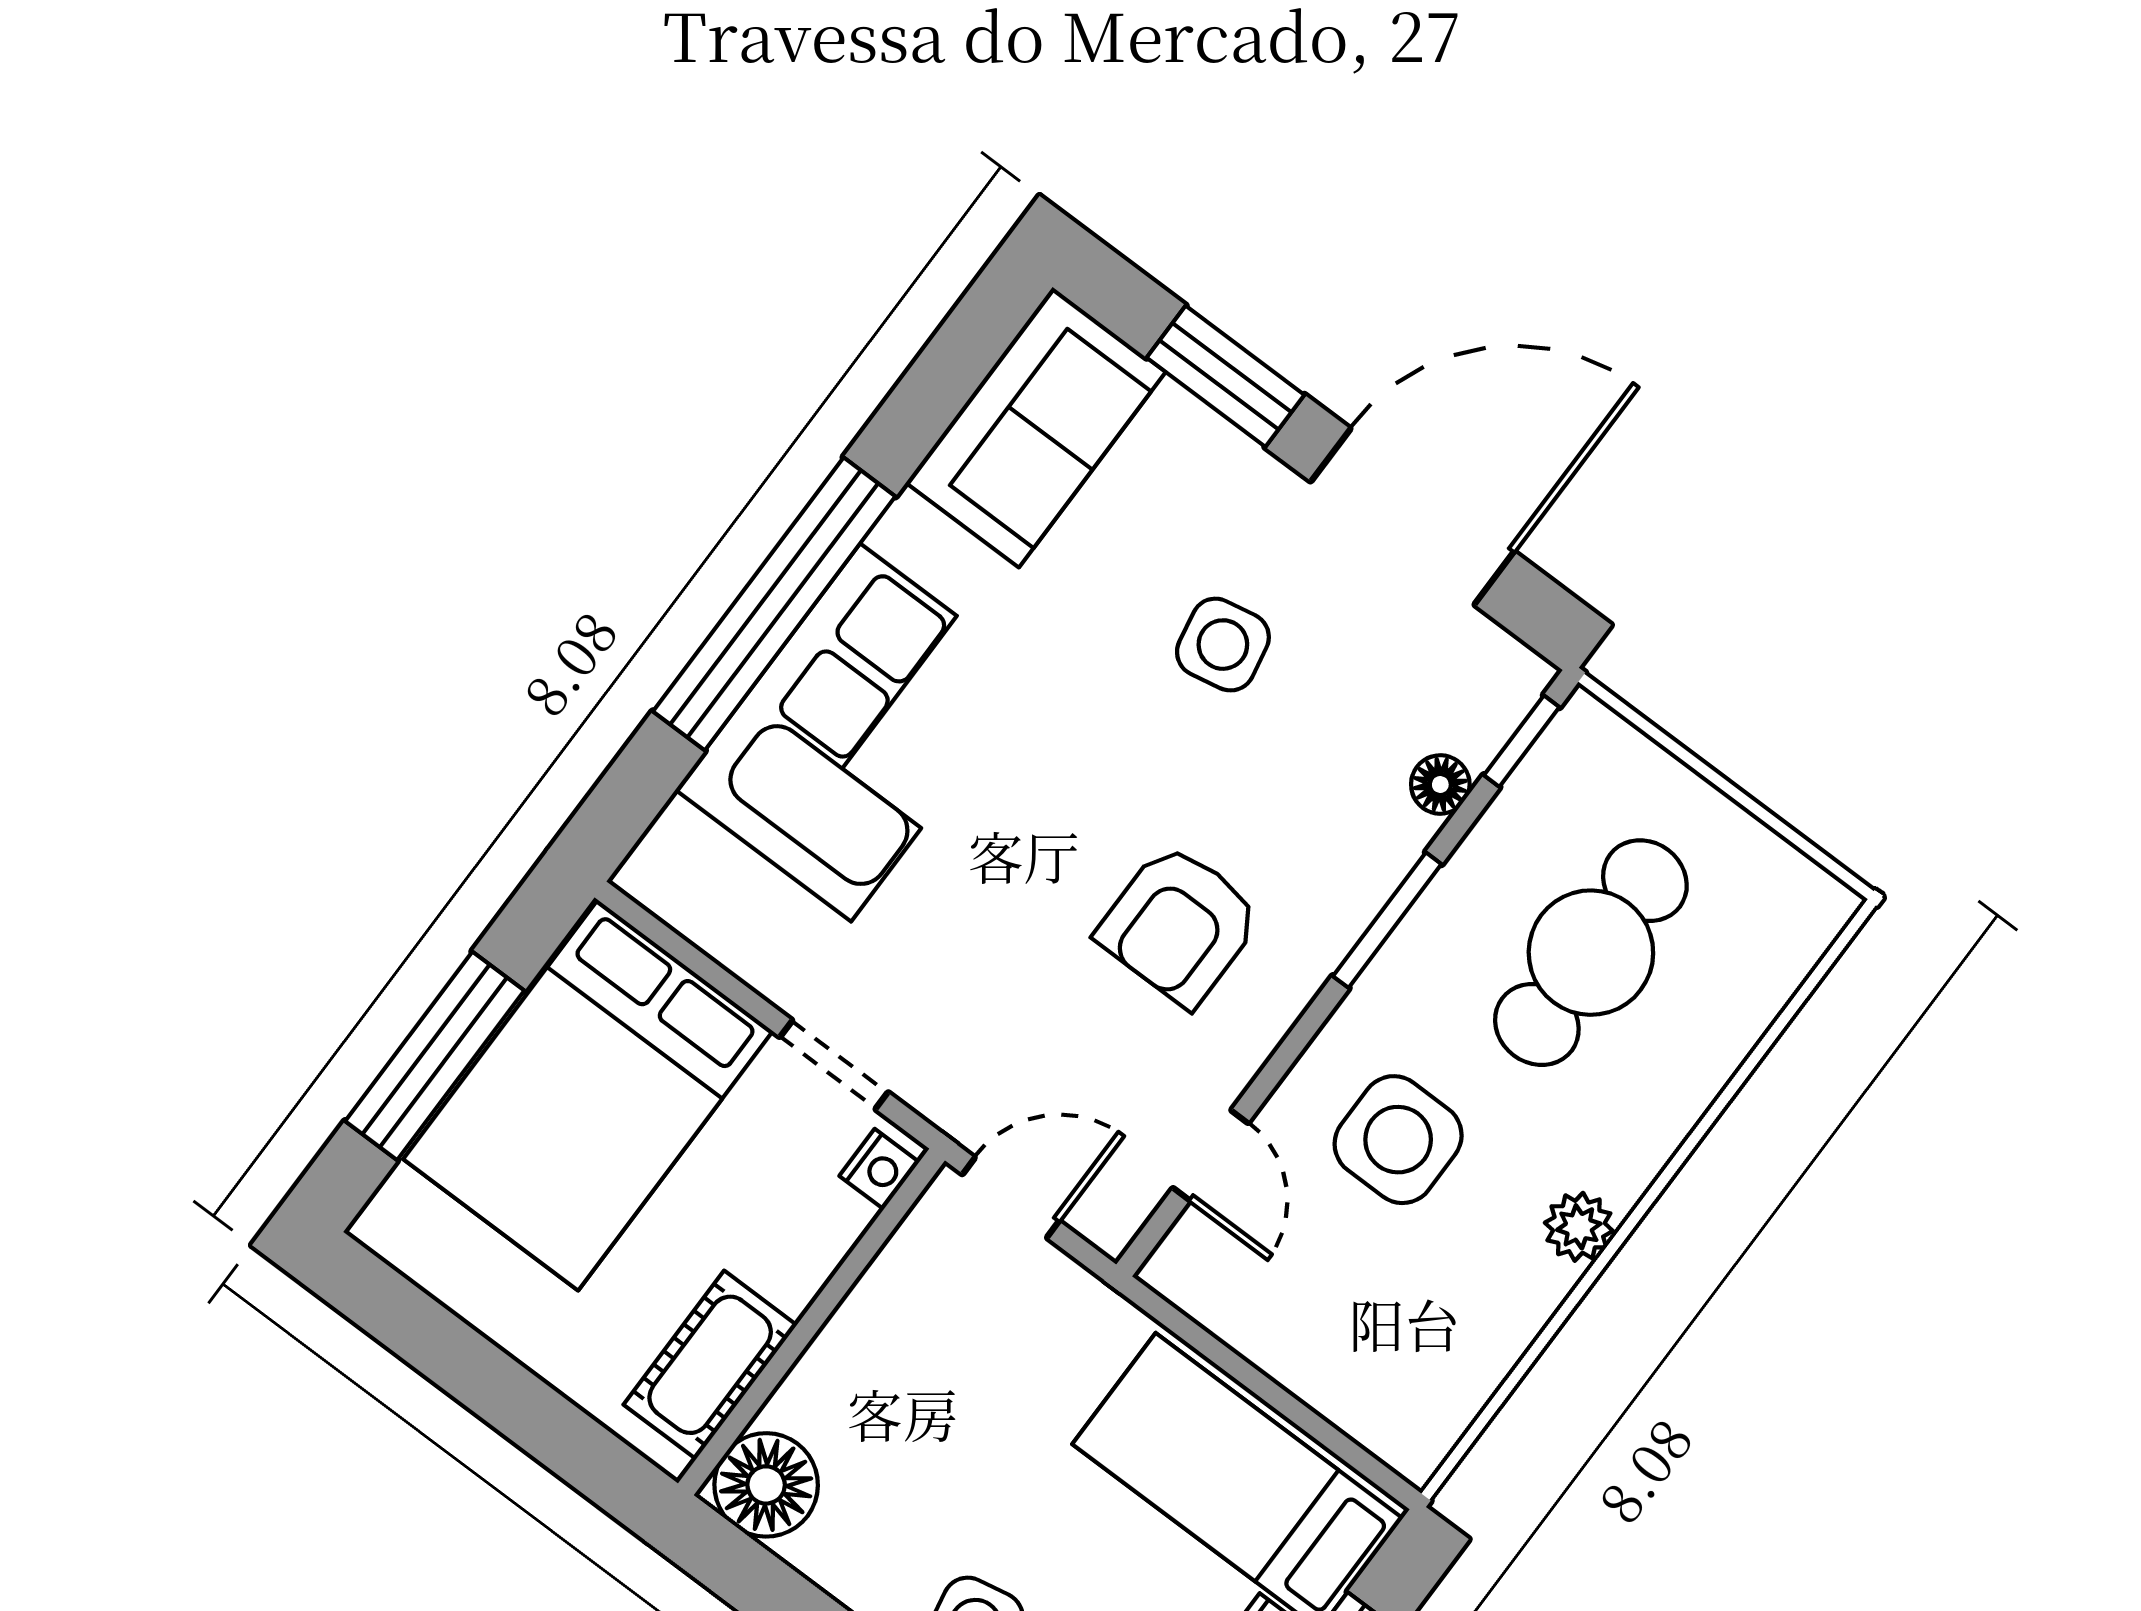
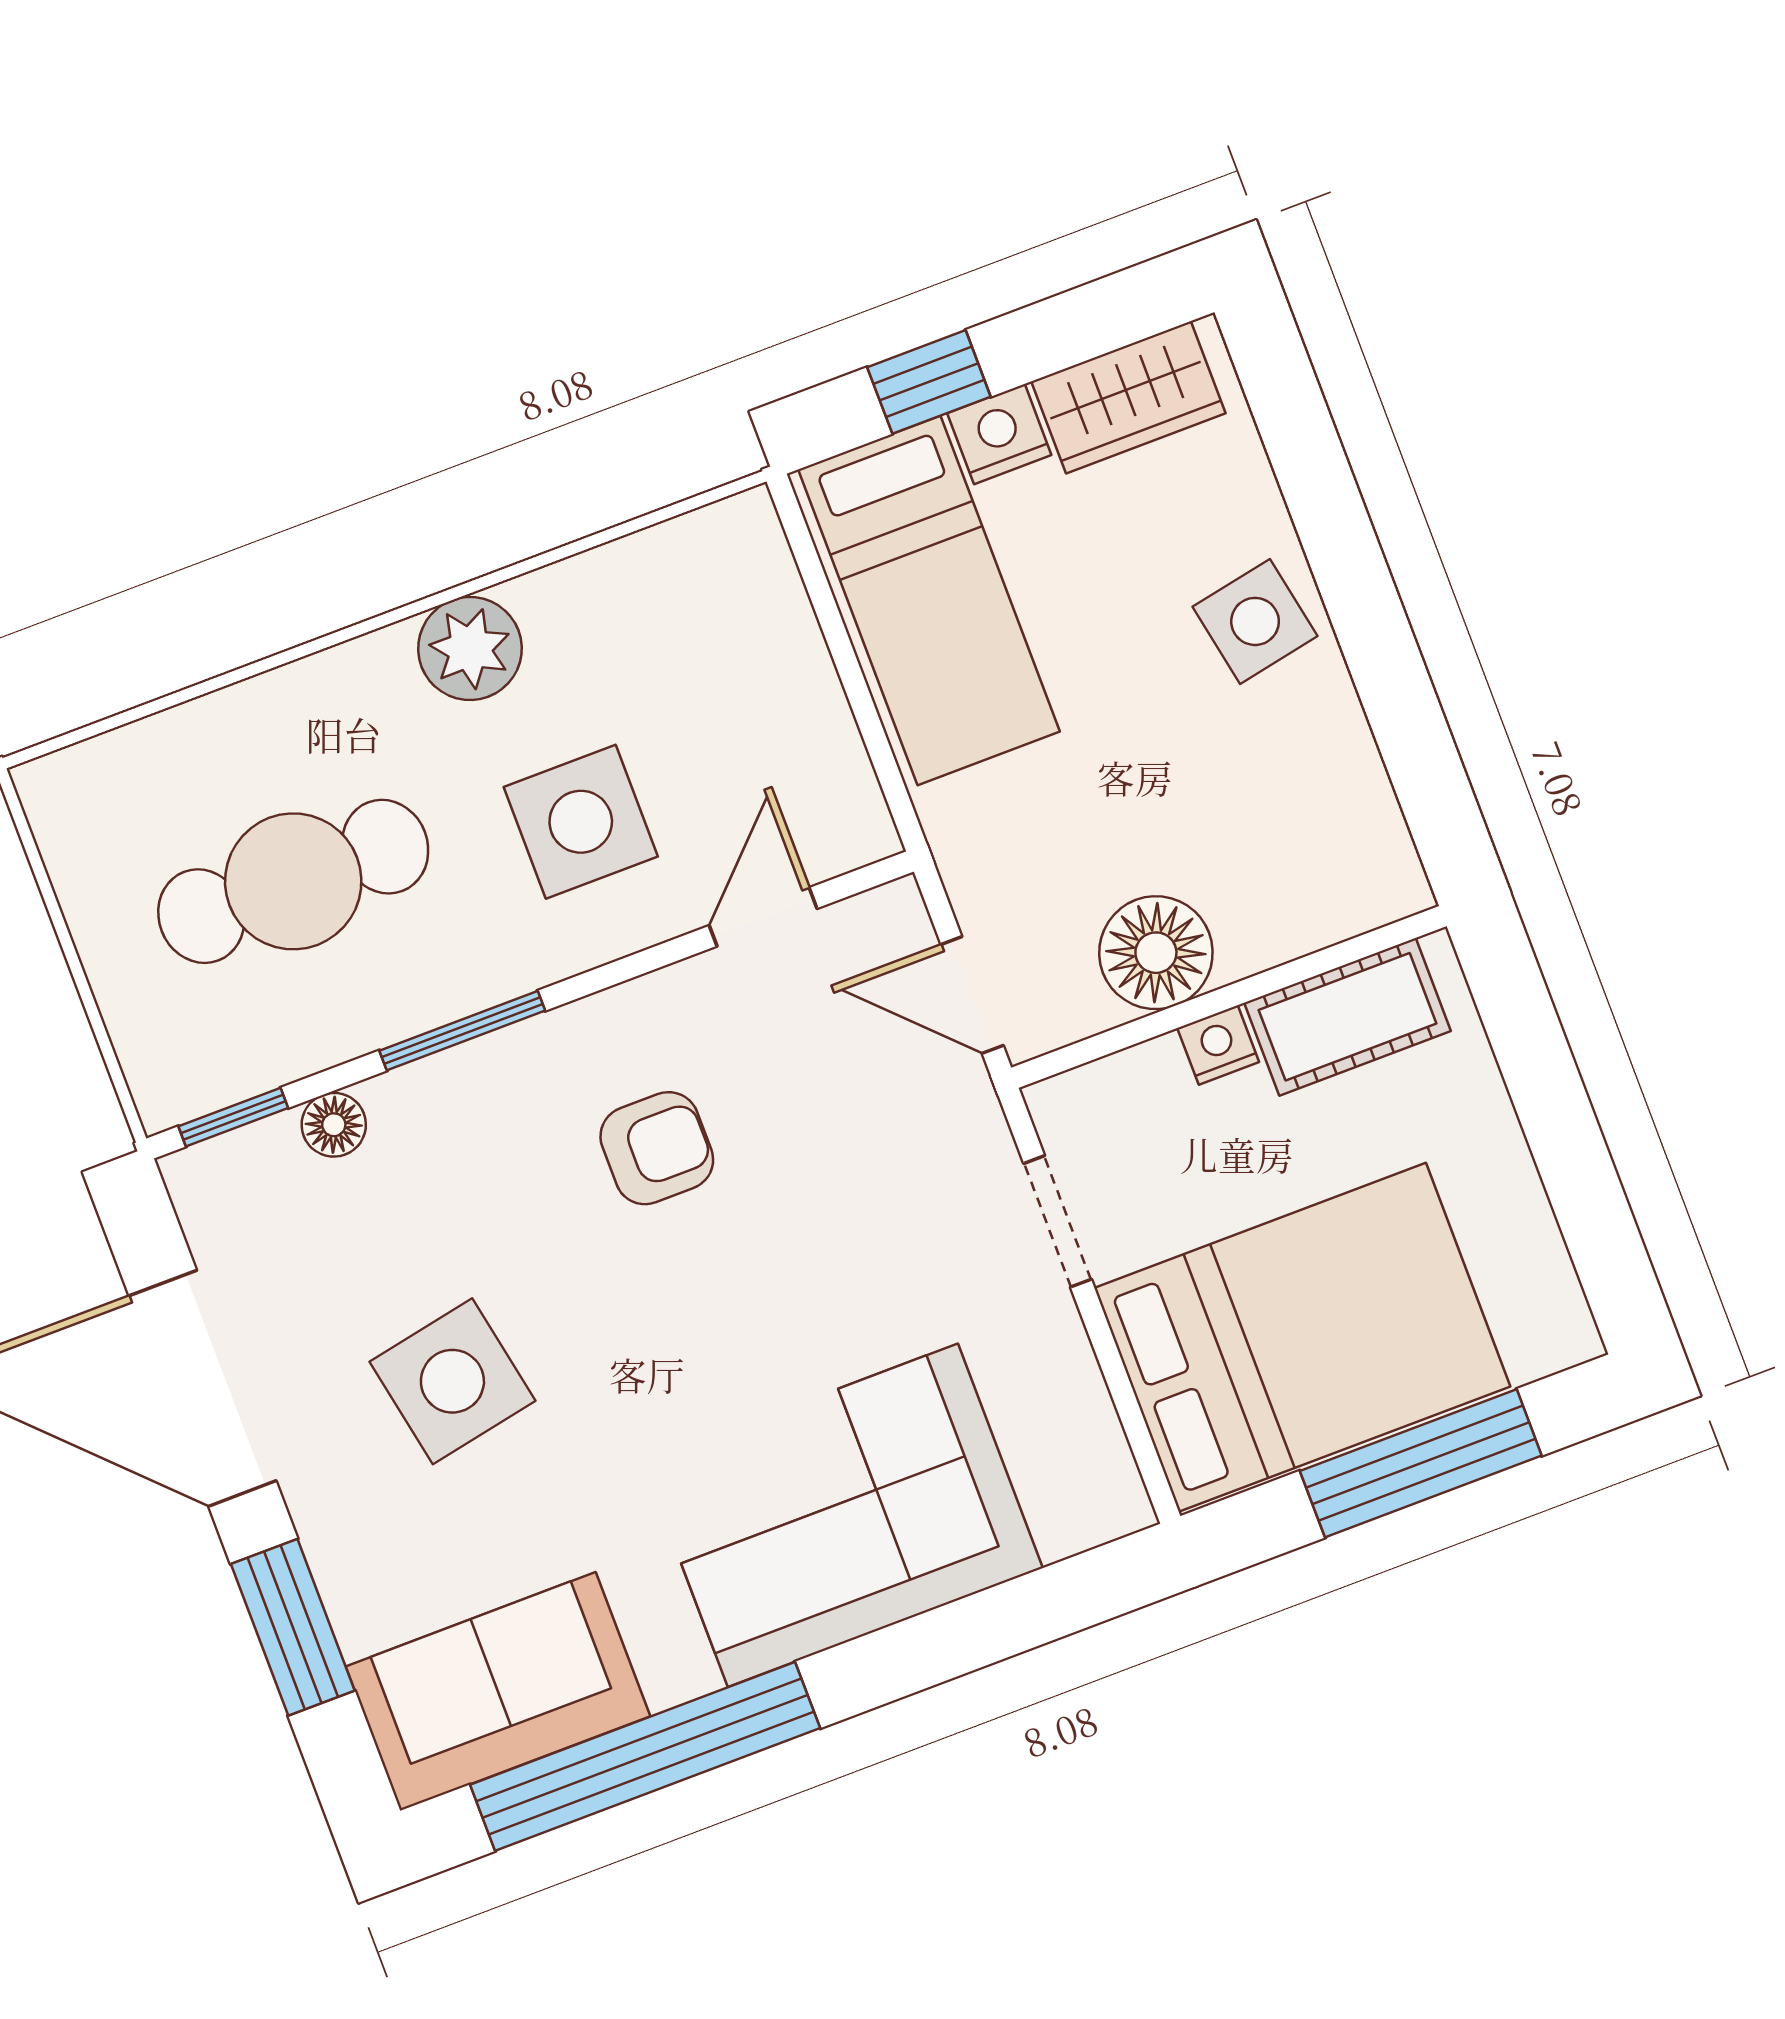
window: (774, 604) -> (645, 1756), moved
side table: (1223, 645) -> (452, 1381), width x1.37, depth x1.37
armchair: (1179, 925) -> (657, 1148), width x0.72, depth x0.72
nightstand: (879, 1169) -> (1218, 1045), moved
plant: (1579, 1227) -> (470, 649), width x1.38, depth x1.38
floor lamp: (766, 1485) -> (1156, 953), moved

